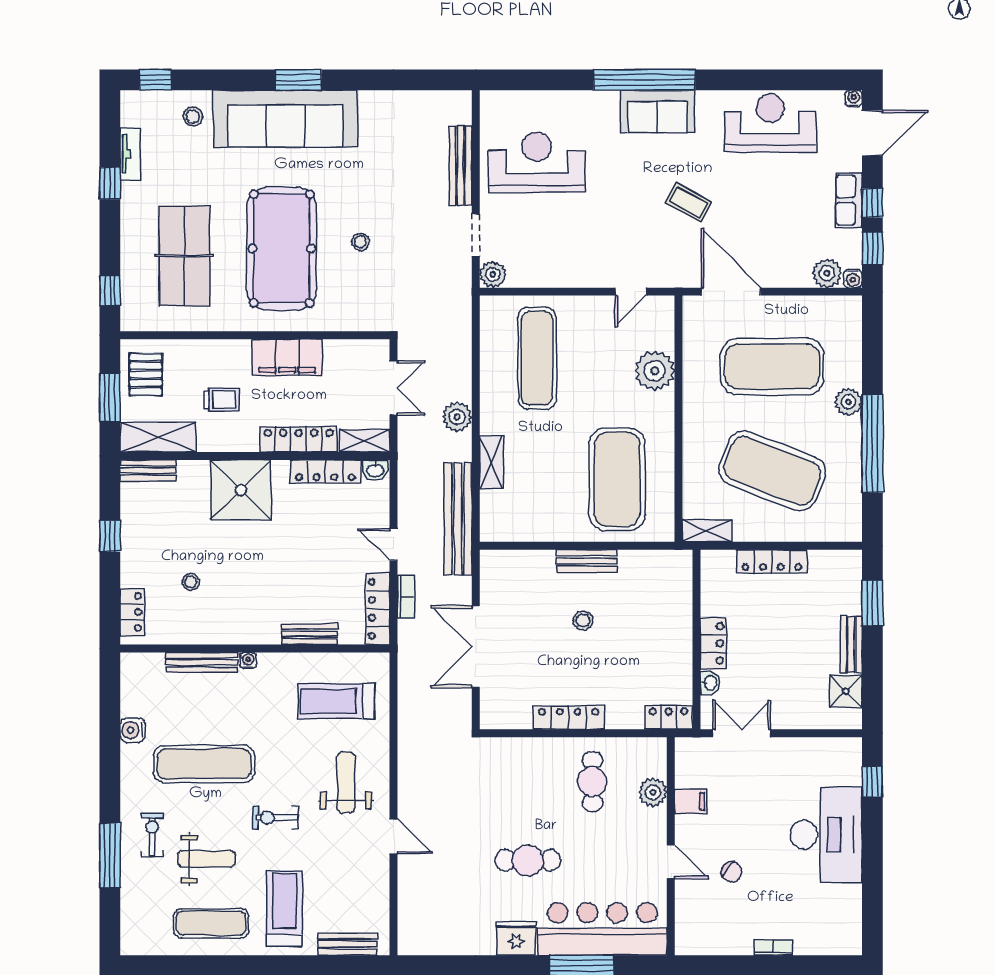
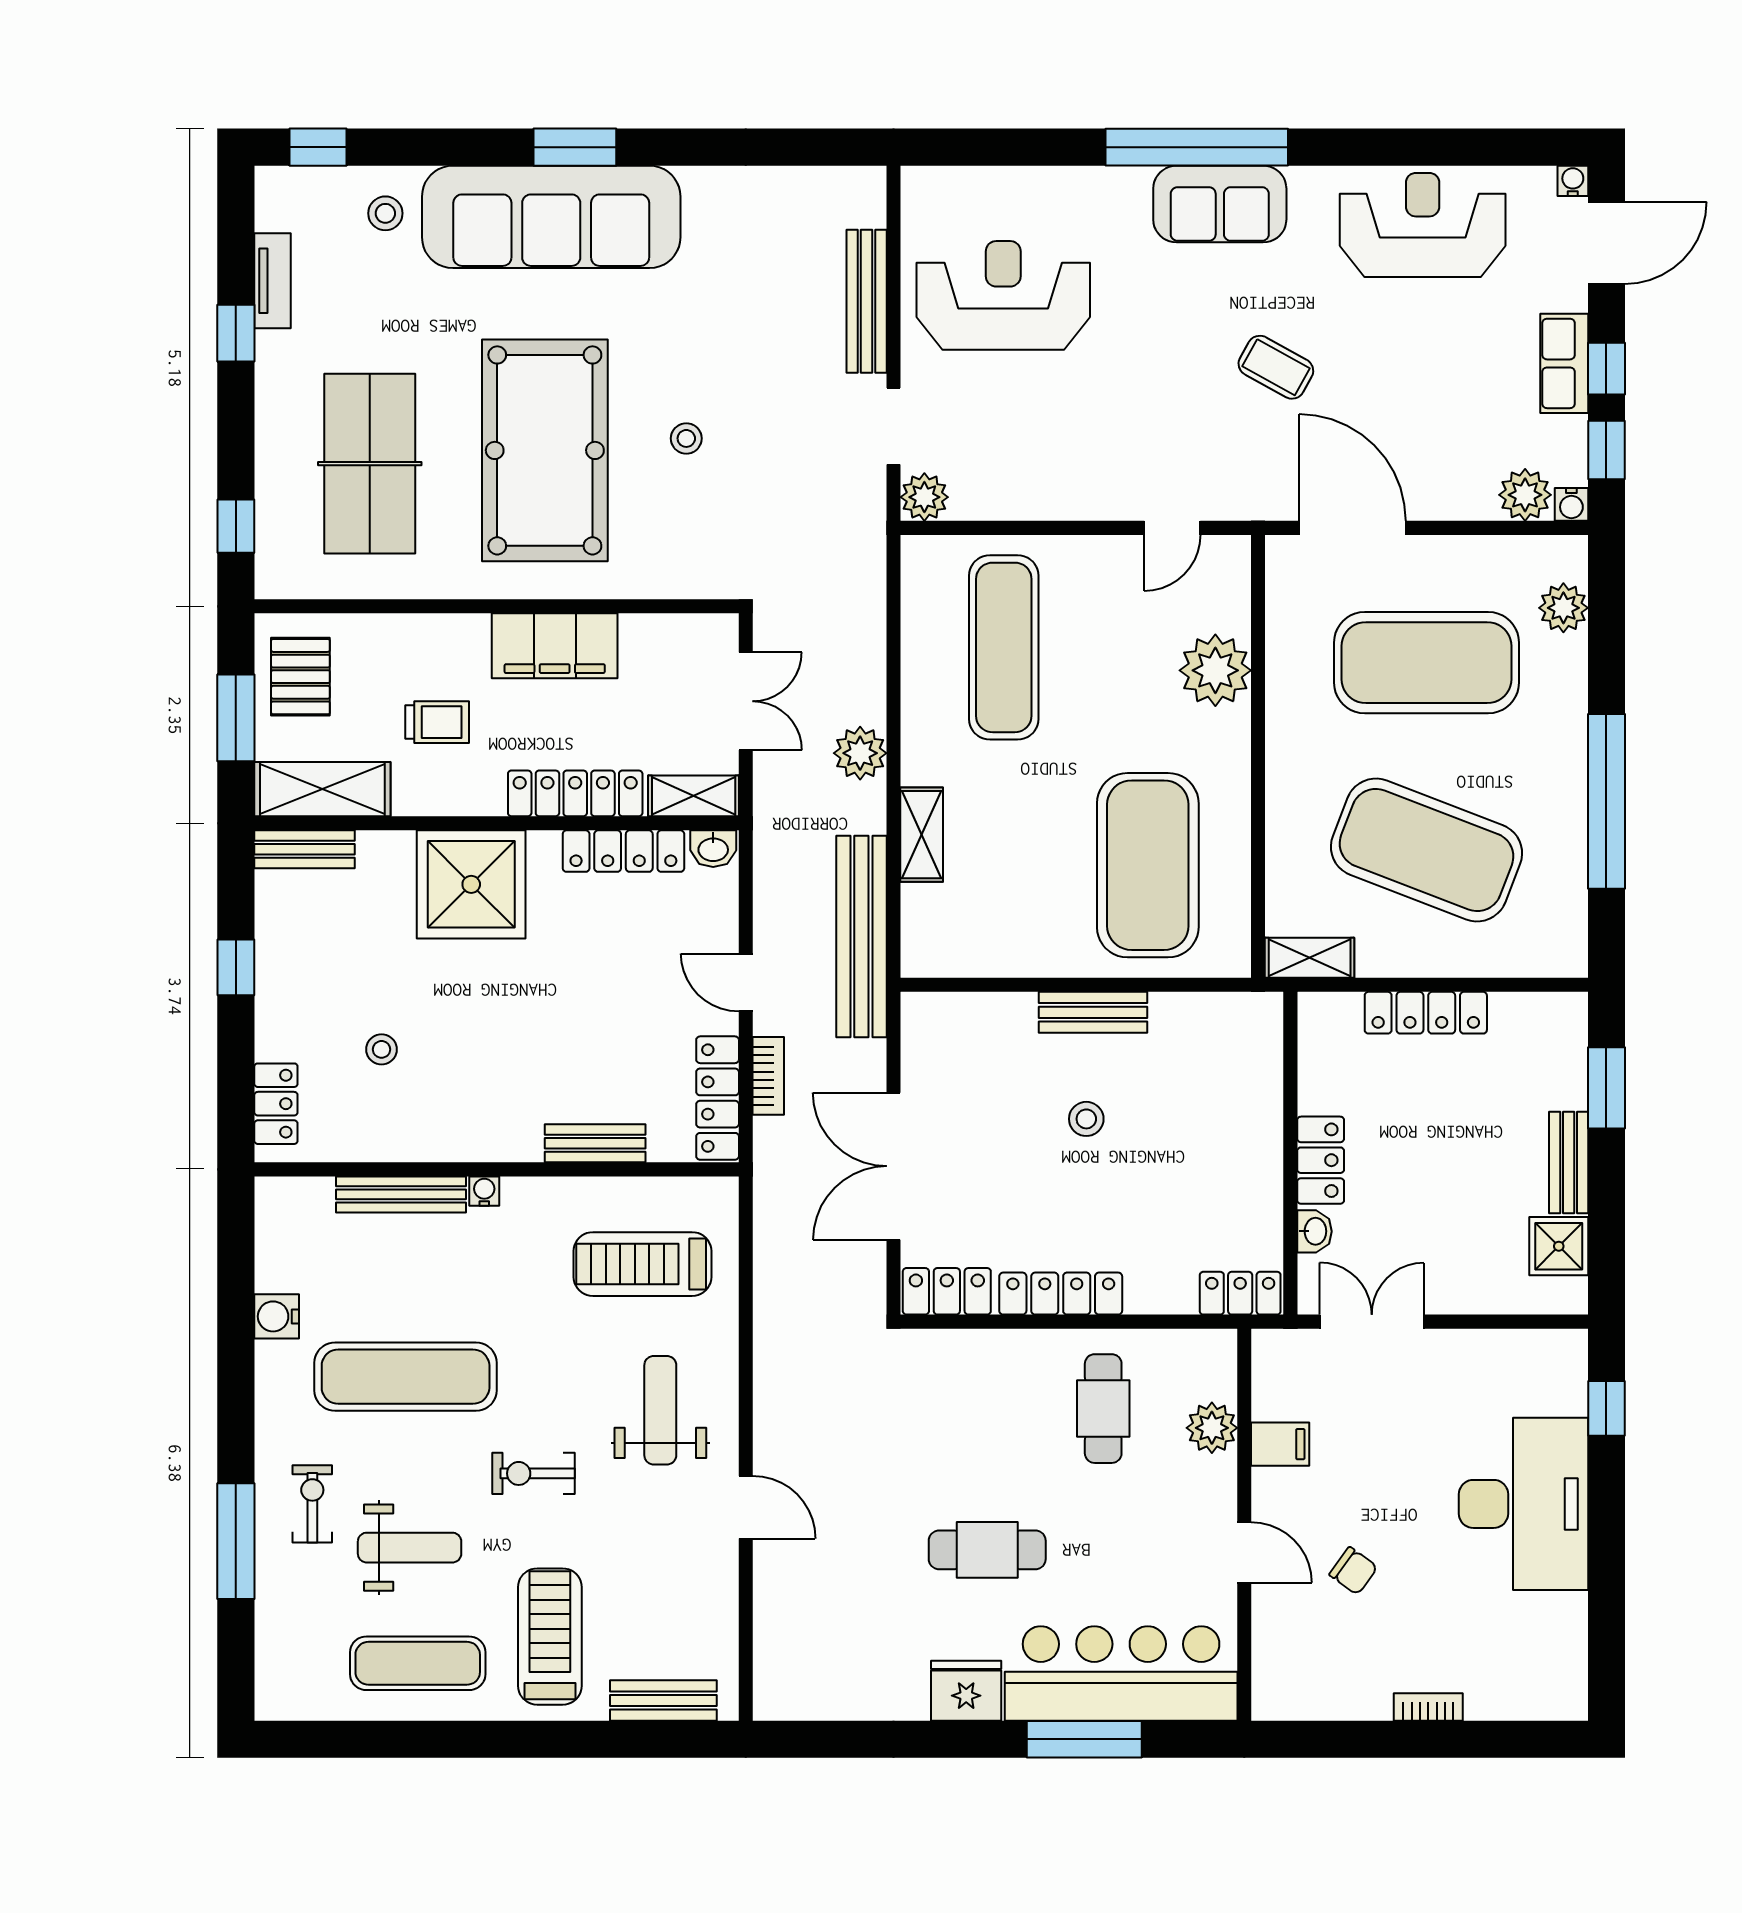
plant: (848, 402) -> (1563, 608), moved
locker: (505, 716) -> (947, 1291), added

